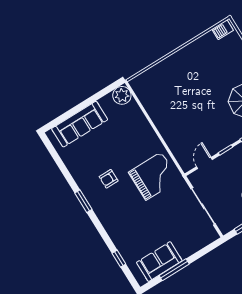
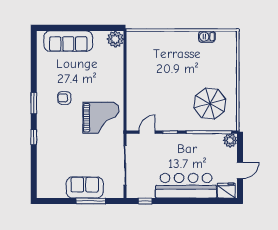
barbecue: (223, 30) -> (207, 37), moved
window: (119, 259) -> (34, 137), moved
sofa: (159, 262) -> (85, 187), moved
window: (174, 270) -> (91, 201), moved

